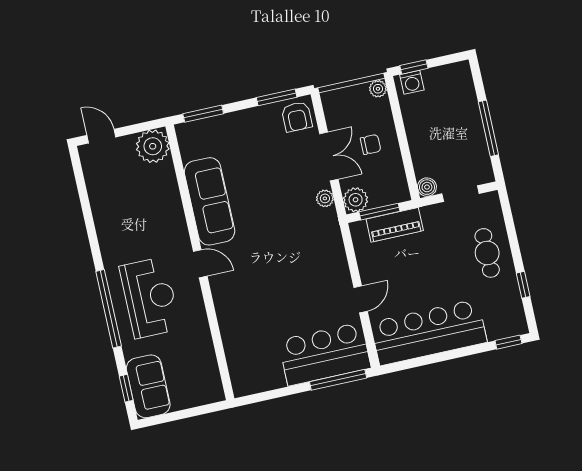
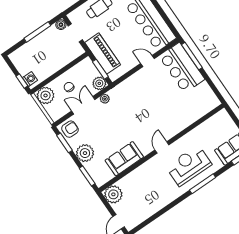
plant: (378, 89) -> (46, 95), width x1.87, depth x1.87
plant: (244, 126) -> (85, 153), added
boiler: (427, 187) -> (61, 25), moved
sofa: (210, 201) -> (124, 159), width x0.73
piano: (395, 225) -> (103, 54), width x1.37, depth x1.33
window: (109, 309) -> (203, 184), width x0.68

